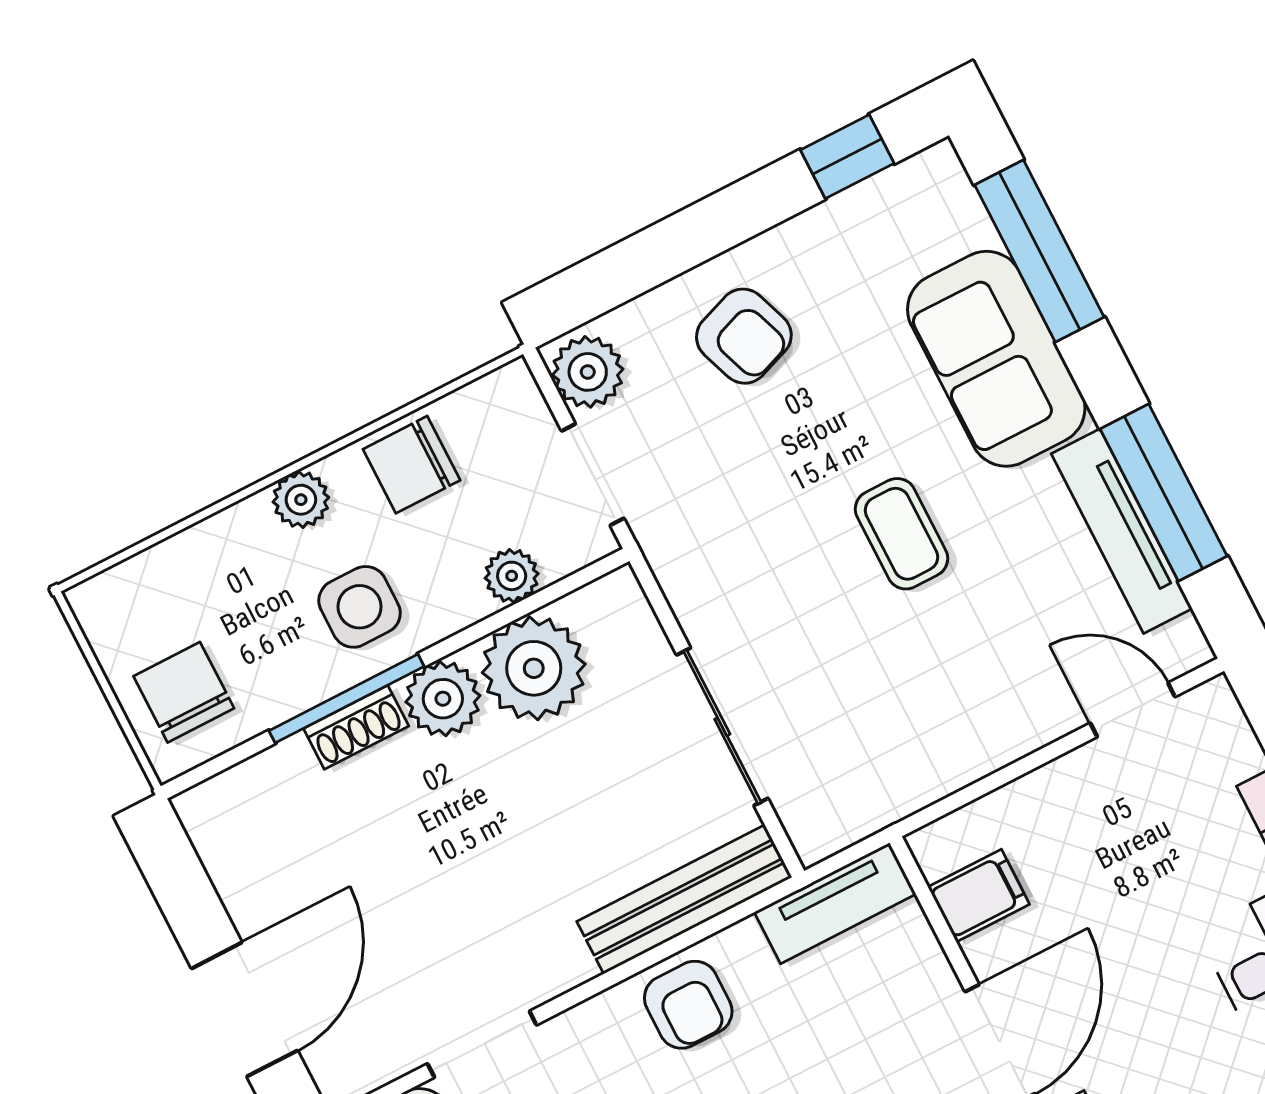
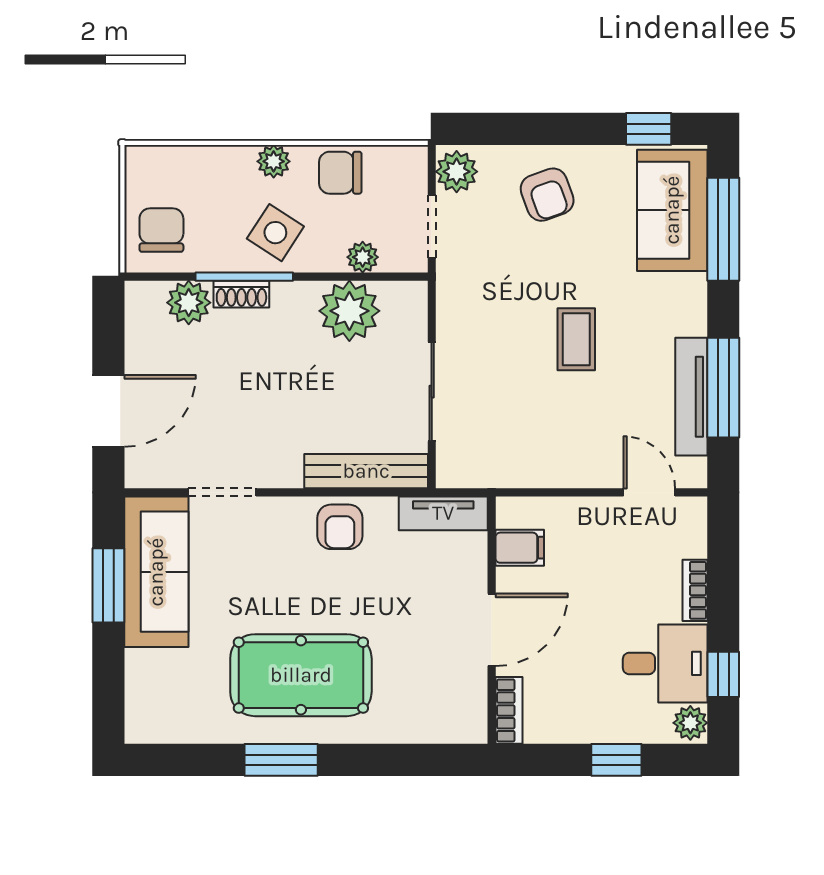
sofa: (996, 359) -> (672, 210), moved
side table: (360, 607) -> (275, 233), turned 33
plant: (443, 699) -> (189, 303), moved

